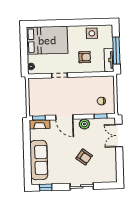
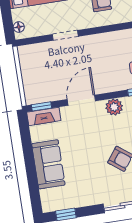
door: (64, 117) -> (81, 100), swing flipped
sofa: (39, 160) -> (48, 164), width x0.73

